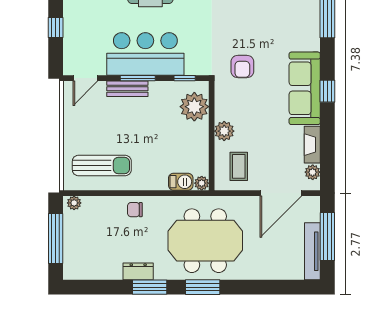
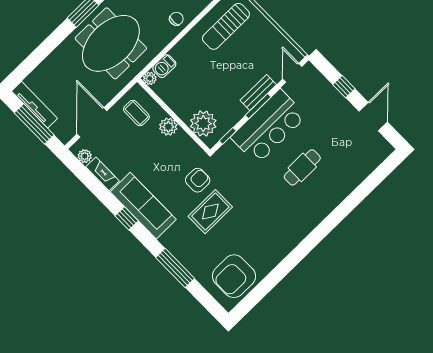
rug: (256, 32) -> (210, 212), added
armchair: (242, 67) -> (198, 180), turned 90

